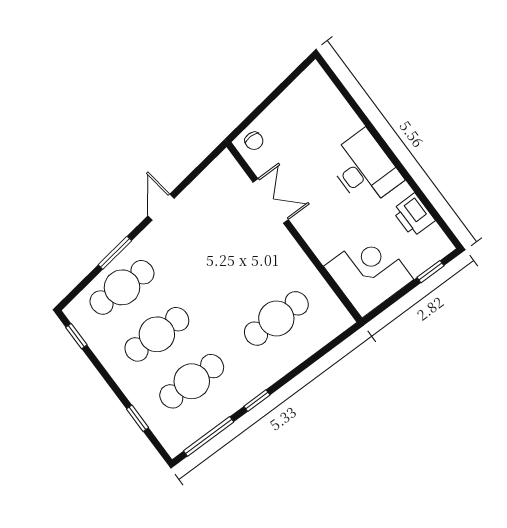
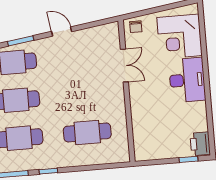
door: (161, 207) -> (62, 31), hinge flipped
printer: (413, 215) -> (200, 144), moved
corner desk: (369, 273) -> (179, 37), moved, turned 180

